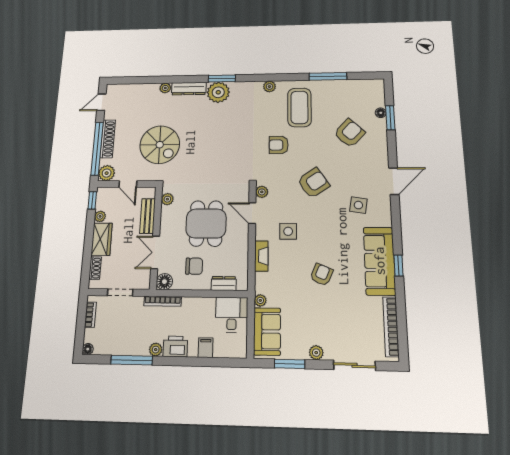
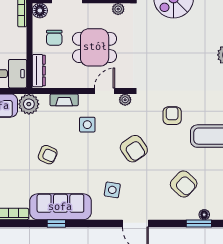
dresser: (224, 283) -> (39, 71), width x1.44
plant: (260, 300) -> (29, 104), width x1.88, depth x1.88

